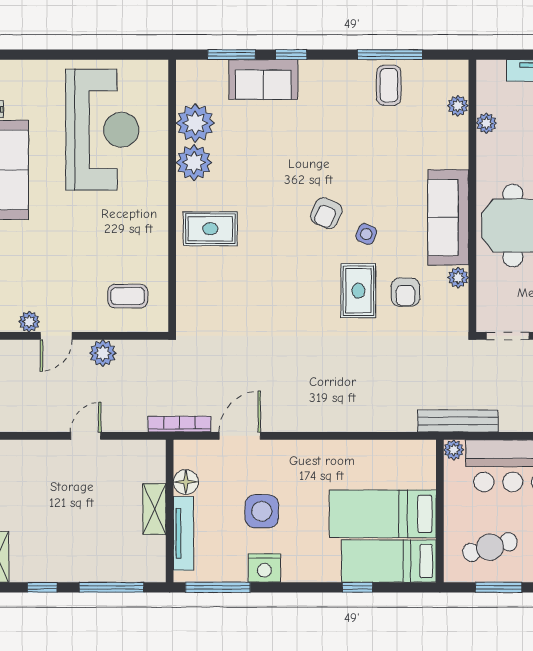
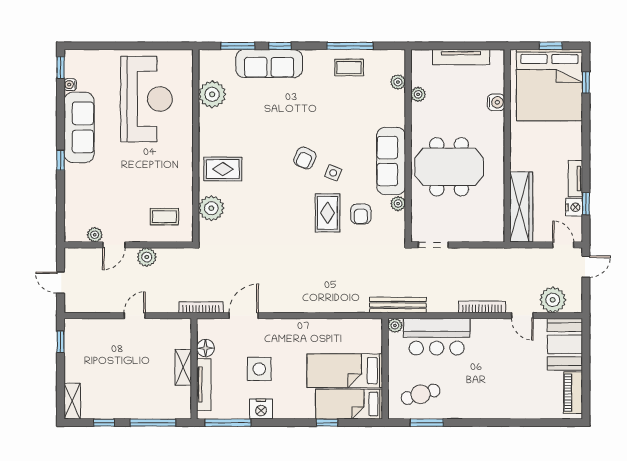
sofa: (263, 80) -> (269, 63), width x1.36
coffee table: (389, 85) -> (349, 68), turned 90
plant: (194, 162) -> (211, 208), moved

